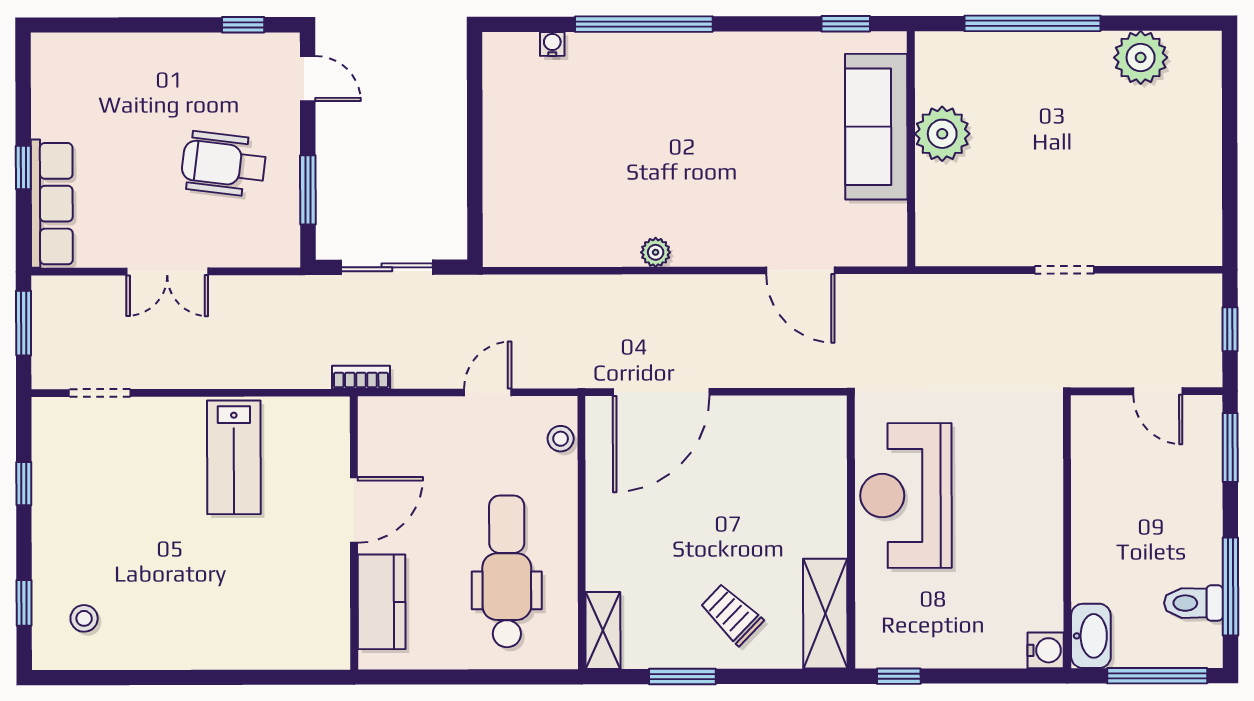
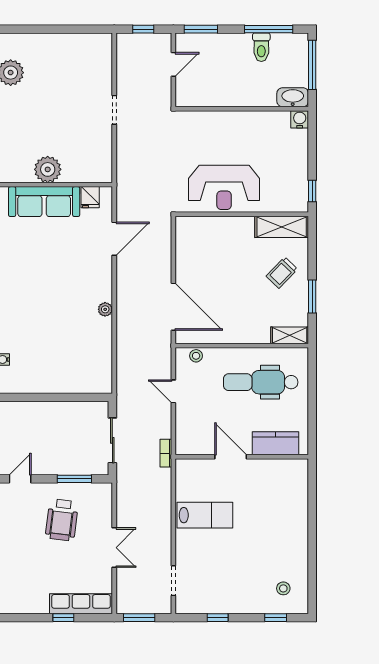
fridge: (885, 221) -> (90, 197), added
toilet: (1194, 603) -> (261, 47), moved

